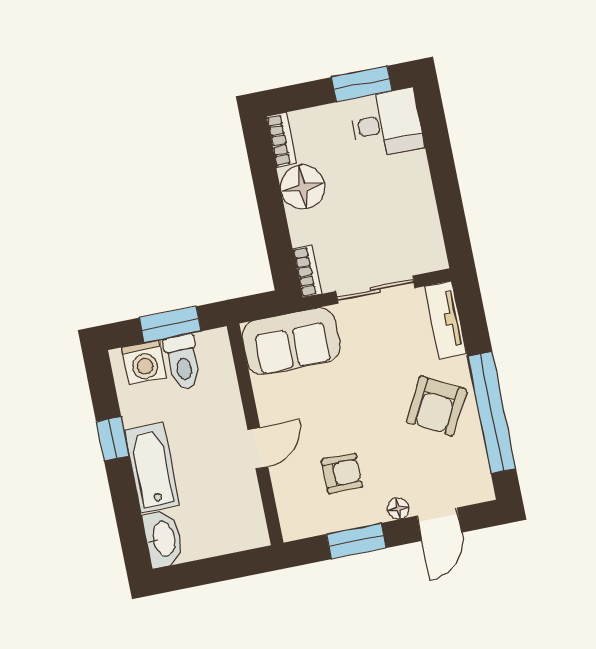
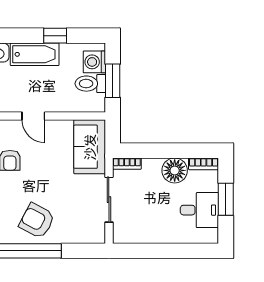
window: (362, 84) -> (226, 199), moved
desk: (386, 123) -> (199, 210), moved, turned -90
tv unit: (445, 320) -> (84, 236), removed

